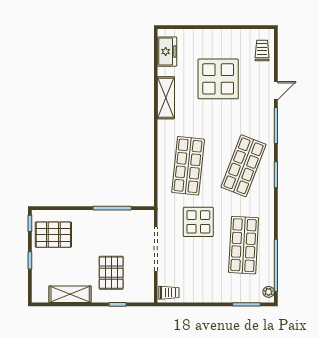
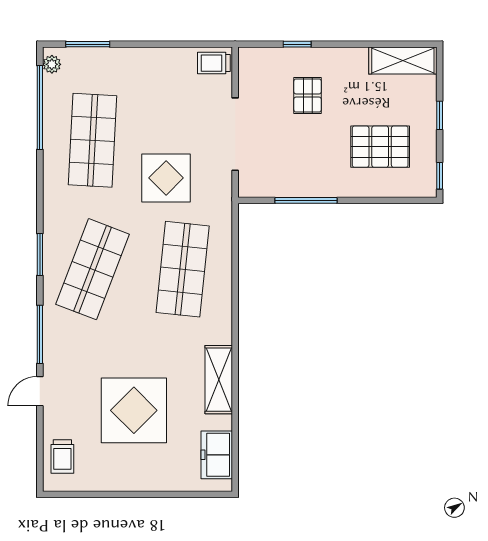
pallet: (53, 235) -> (380, 147), moved
pallet: (111, 273) -> (308, 96), width x0.67, depth x0.71
shelving: (70, 294) -> (403, 60), moved

